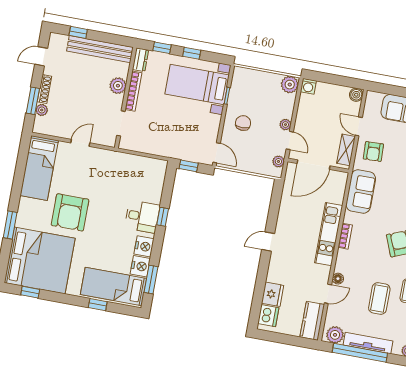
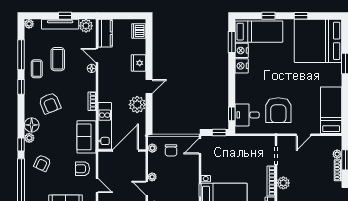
chair: (243, 123) -> (171, 150), moved
door: (290, 140) -> (147, 188), moved
shelving: (346, 150) -> (103, 166), removed
armchair: (373, 152) -> (82, 169), turned -88
door: (217, 153) -> (200, 146), hinge flipped
armchair: (70, 212) -> (278, 110), moved, turned 180
desk: (142, 217) -> (247, 115), moved
window: (163, 217) -> (232, 114), moved
plant: (288, 221) -> (137, 105), added
kitchen unit: (329, 234) -> (105, 126), moved
window: (30, 292) -> (301, 16), moved
fridge: (273, 294) -> (138, 63), moved
door: (328, 294) -> (97, 56), hinge flipped
window: (360, 353) -> (65, 16), width x0.32

